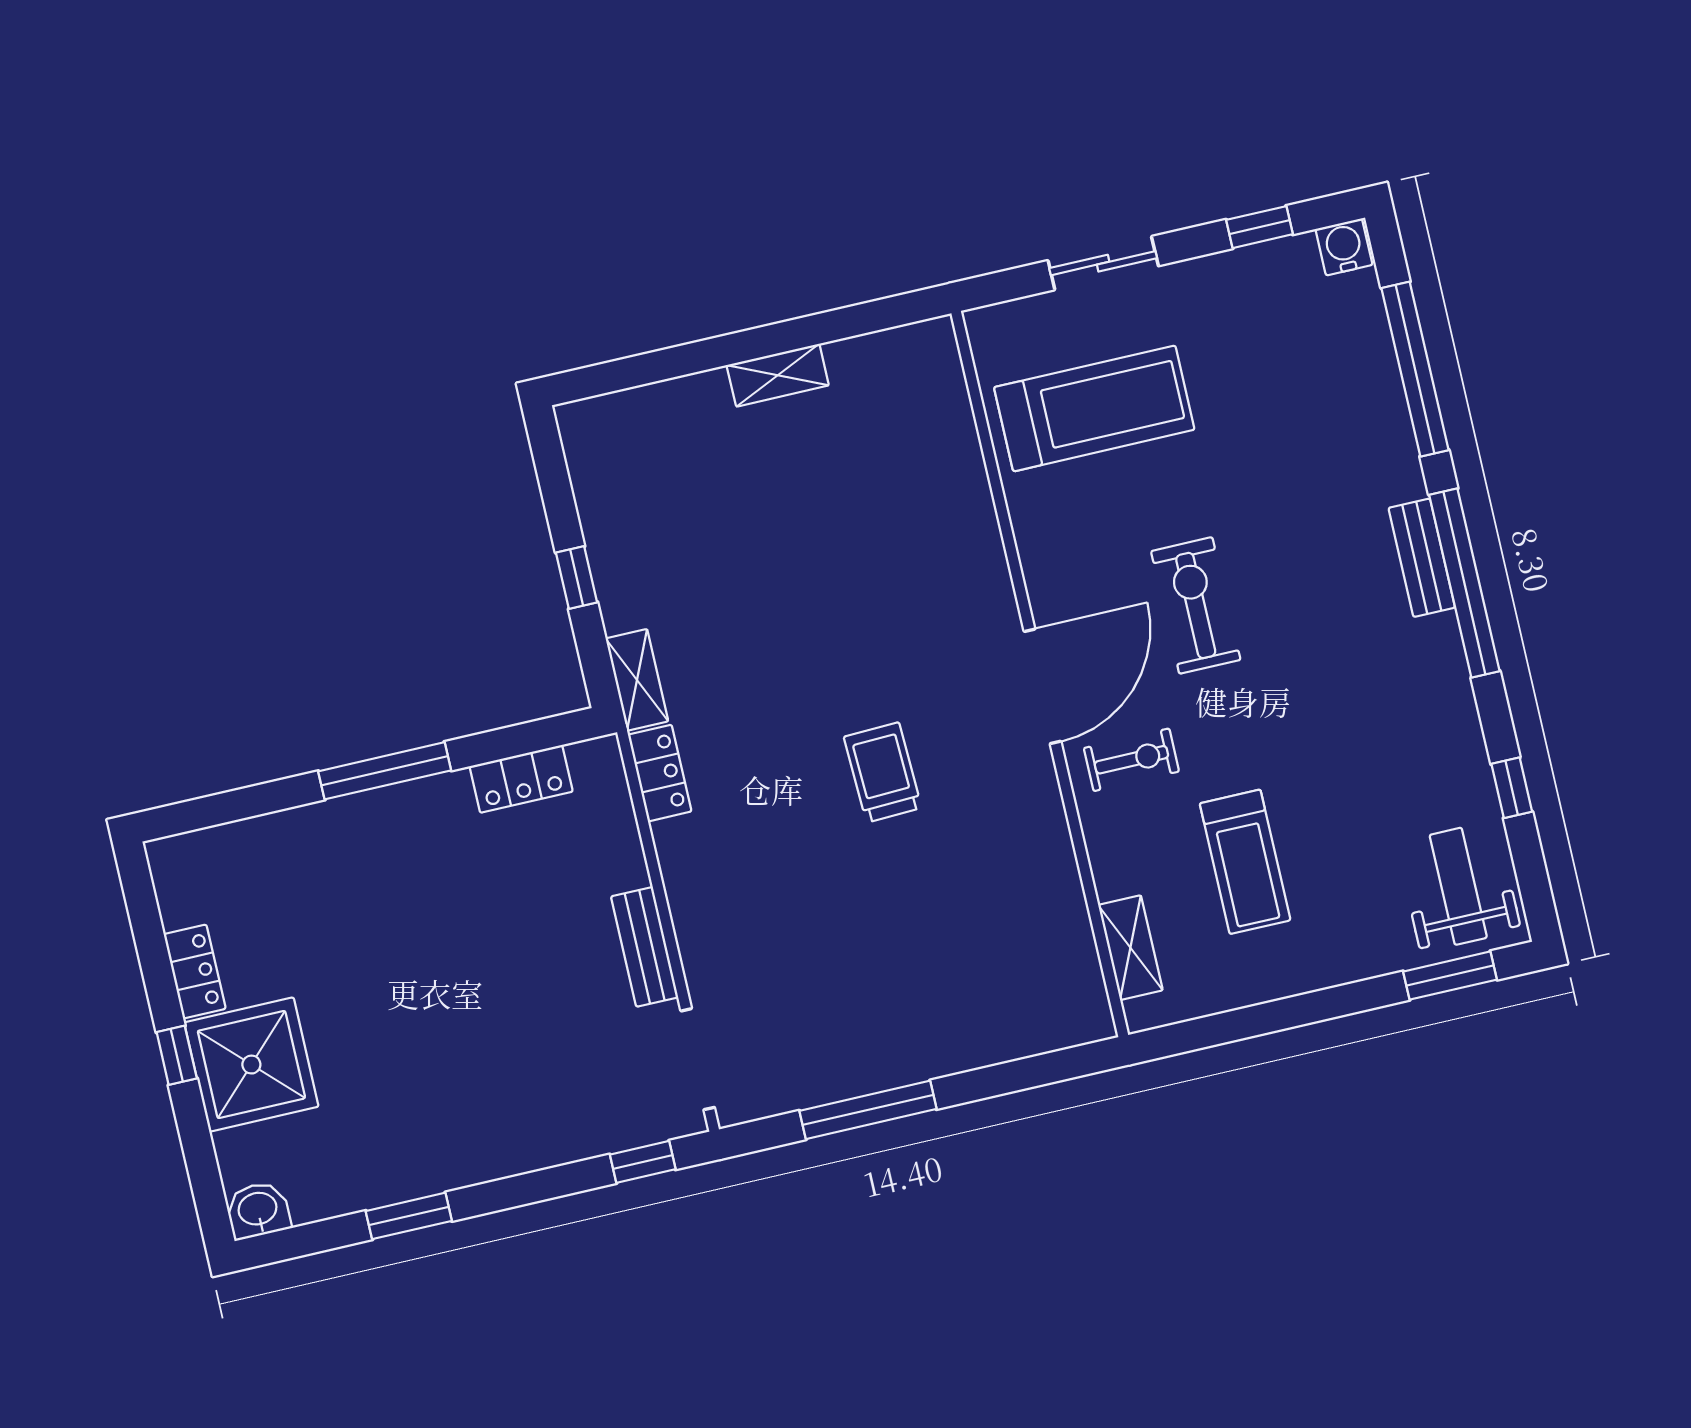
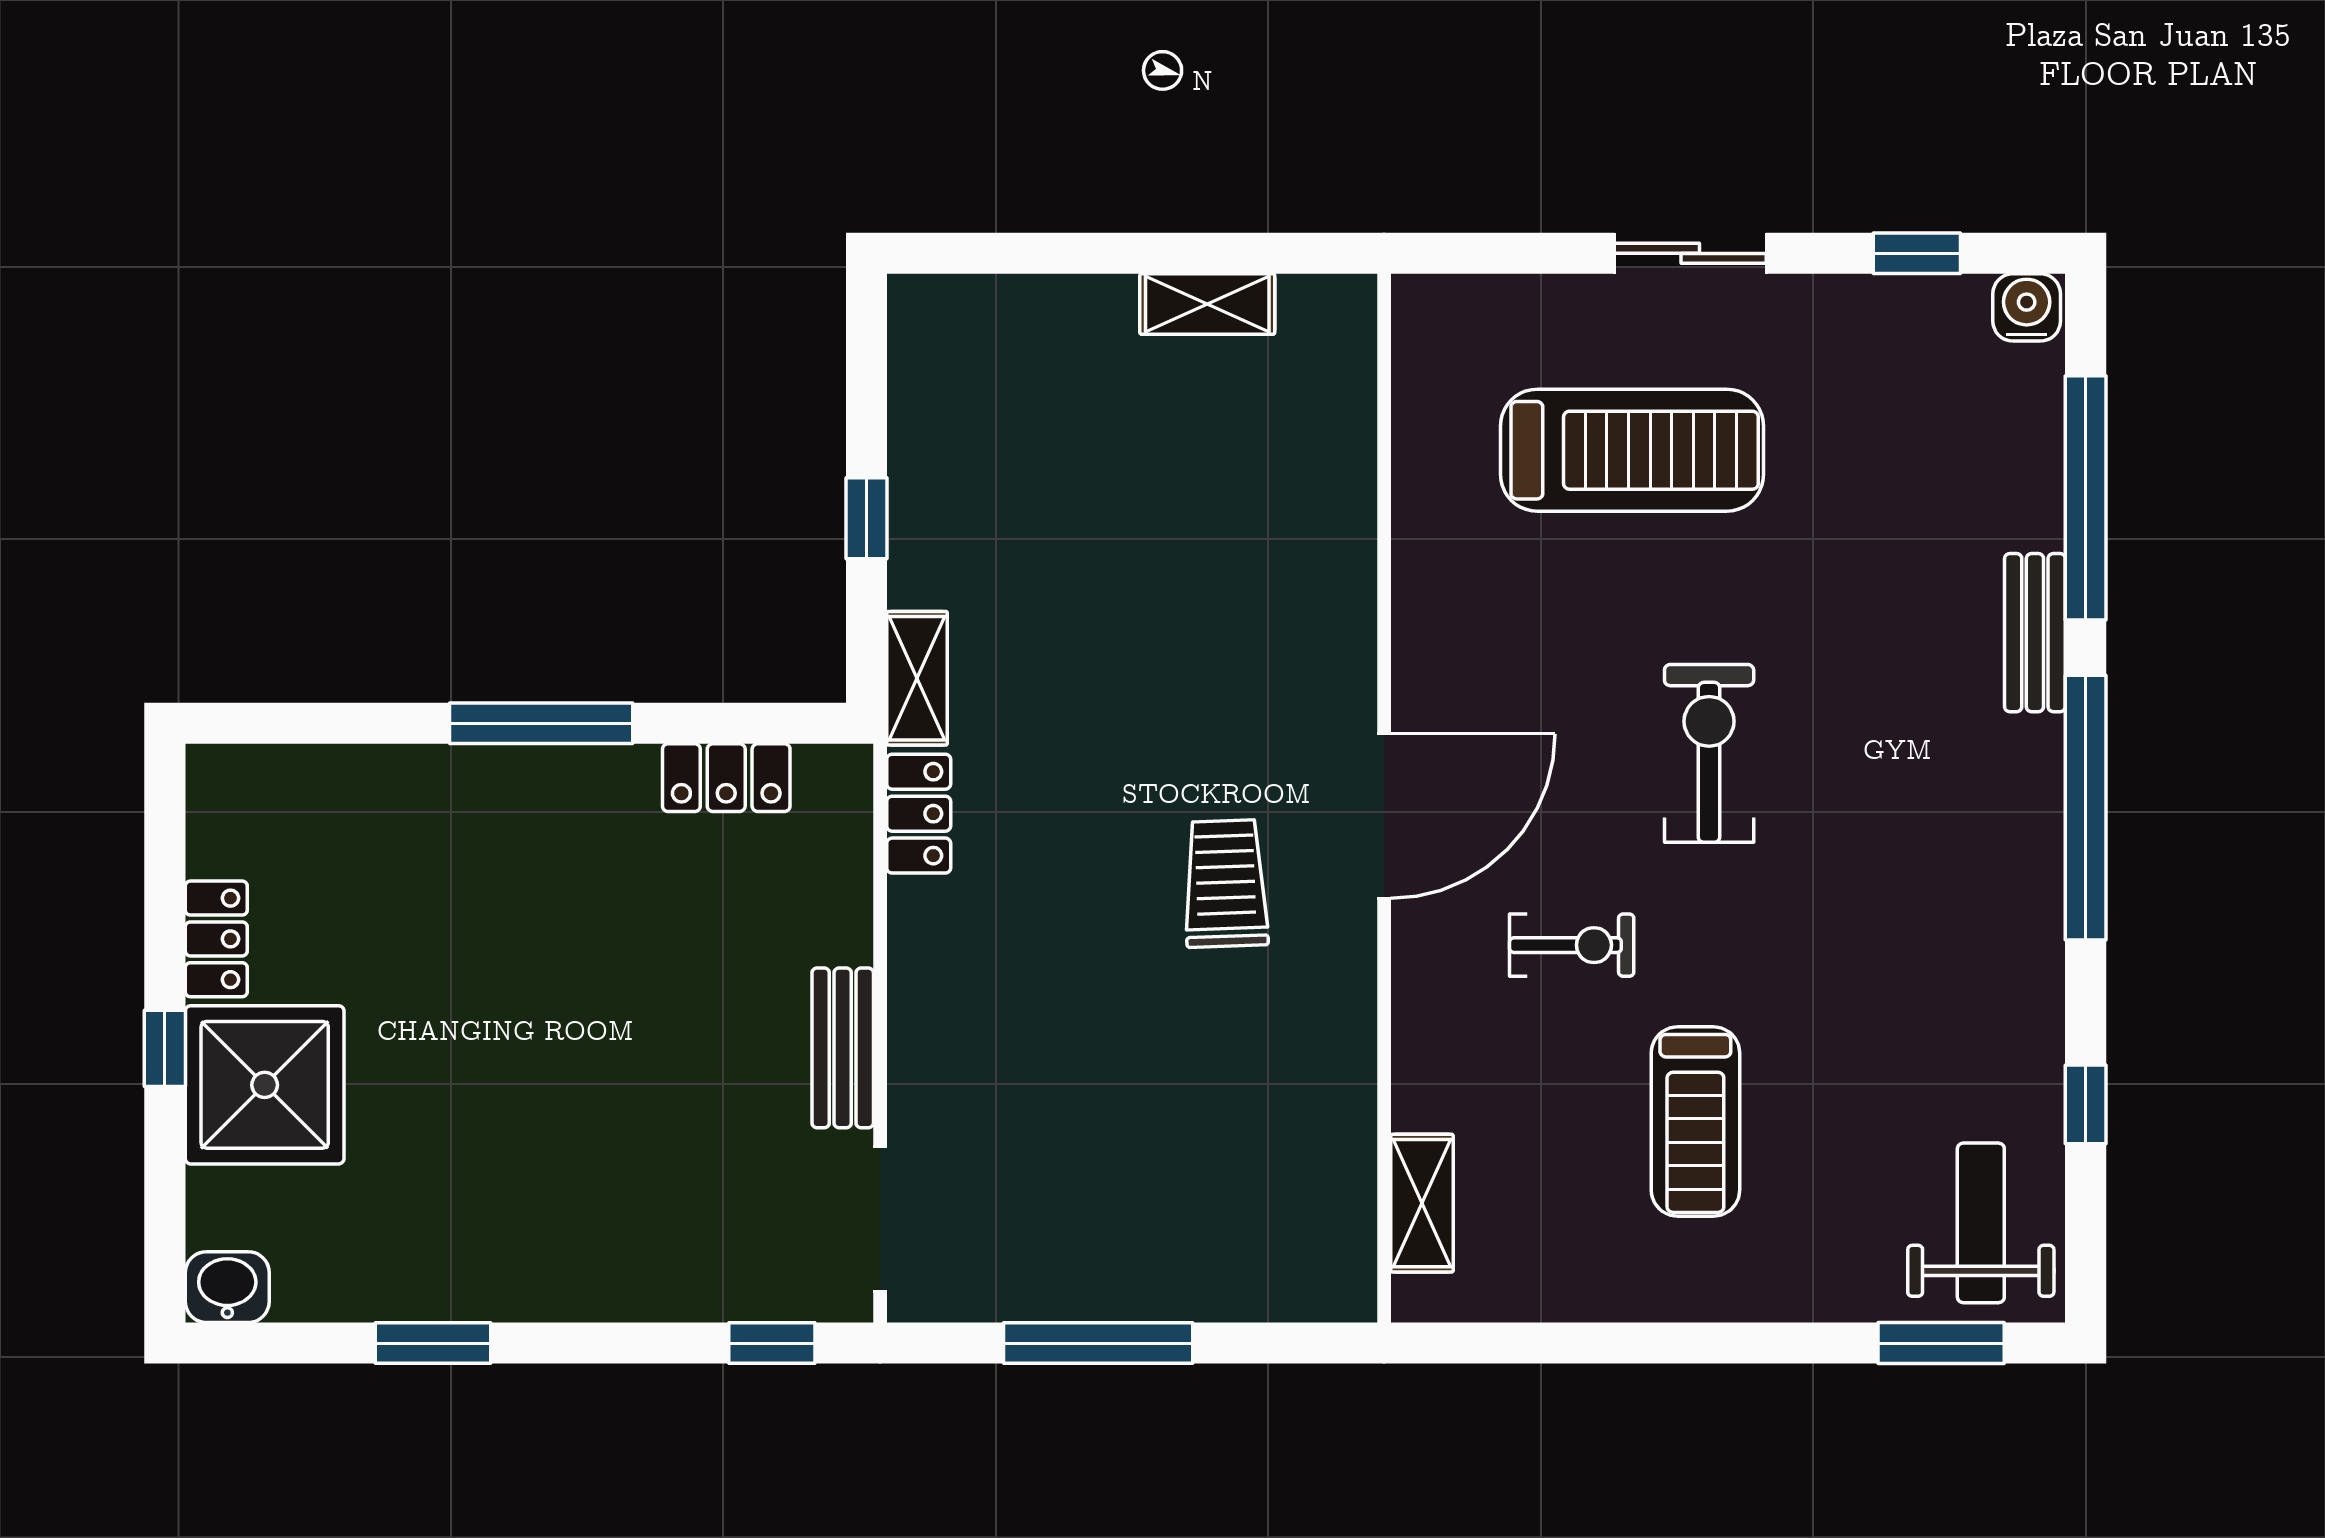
bench: (1422, 558) -> (2035, 633), moved
wall: (1040, 674) -> (1384, 798), moved
door: (1043, 686) -> (1384, 816), moved
shelving: (1130, 948) -> (1422, 1203), moved

